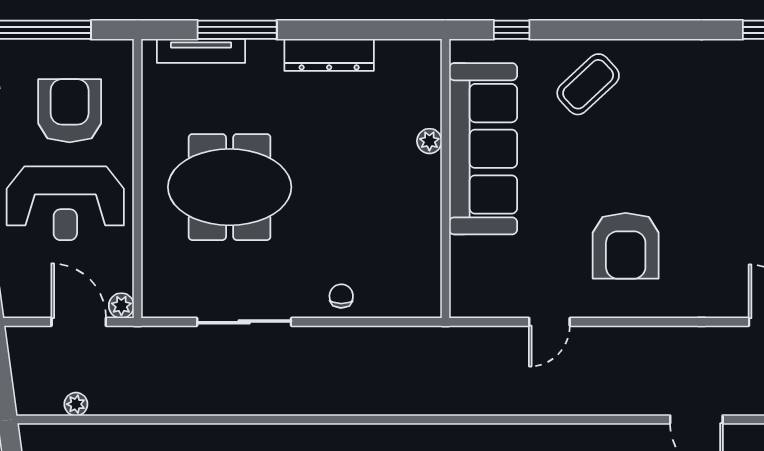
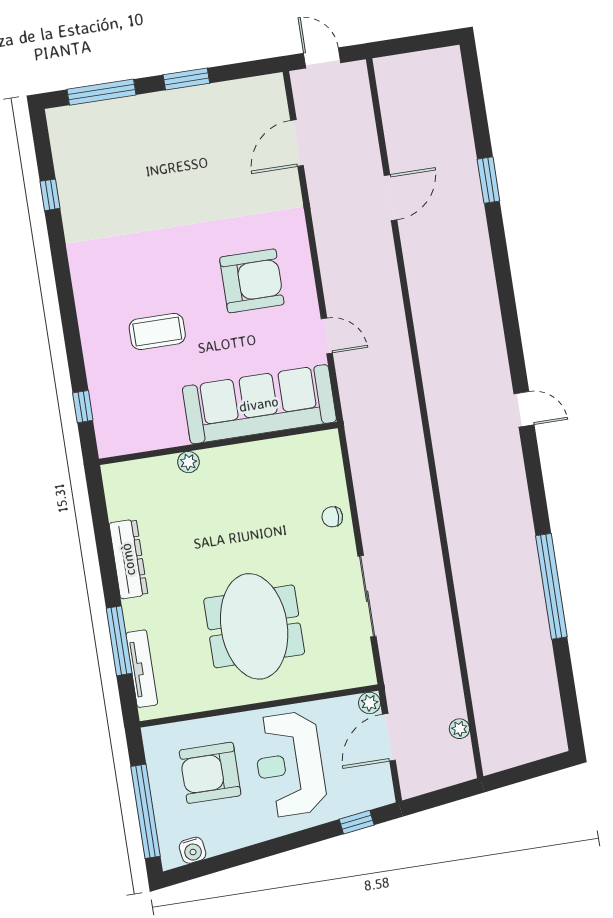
coffee table: (588, 84) -> (157, 331), moved, turned -47
sofa: (483, 149) -> (259, 404), moved
reception desk: (65, 203) -> (290, 764), turned 180

